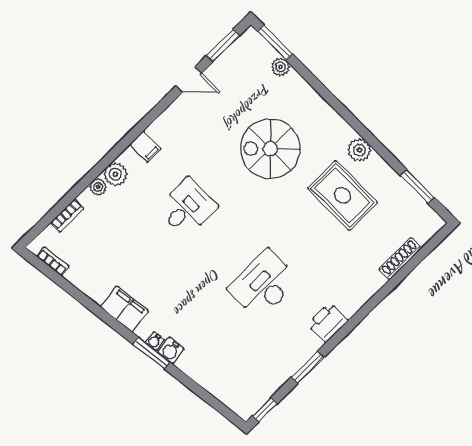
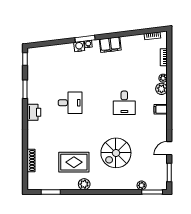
spiral stairs: (270, 149) -> (116, 153), turned 180
desk: (263, 284) -> (70, 103), width x0.73

